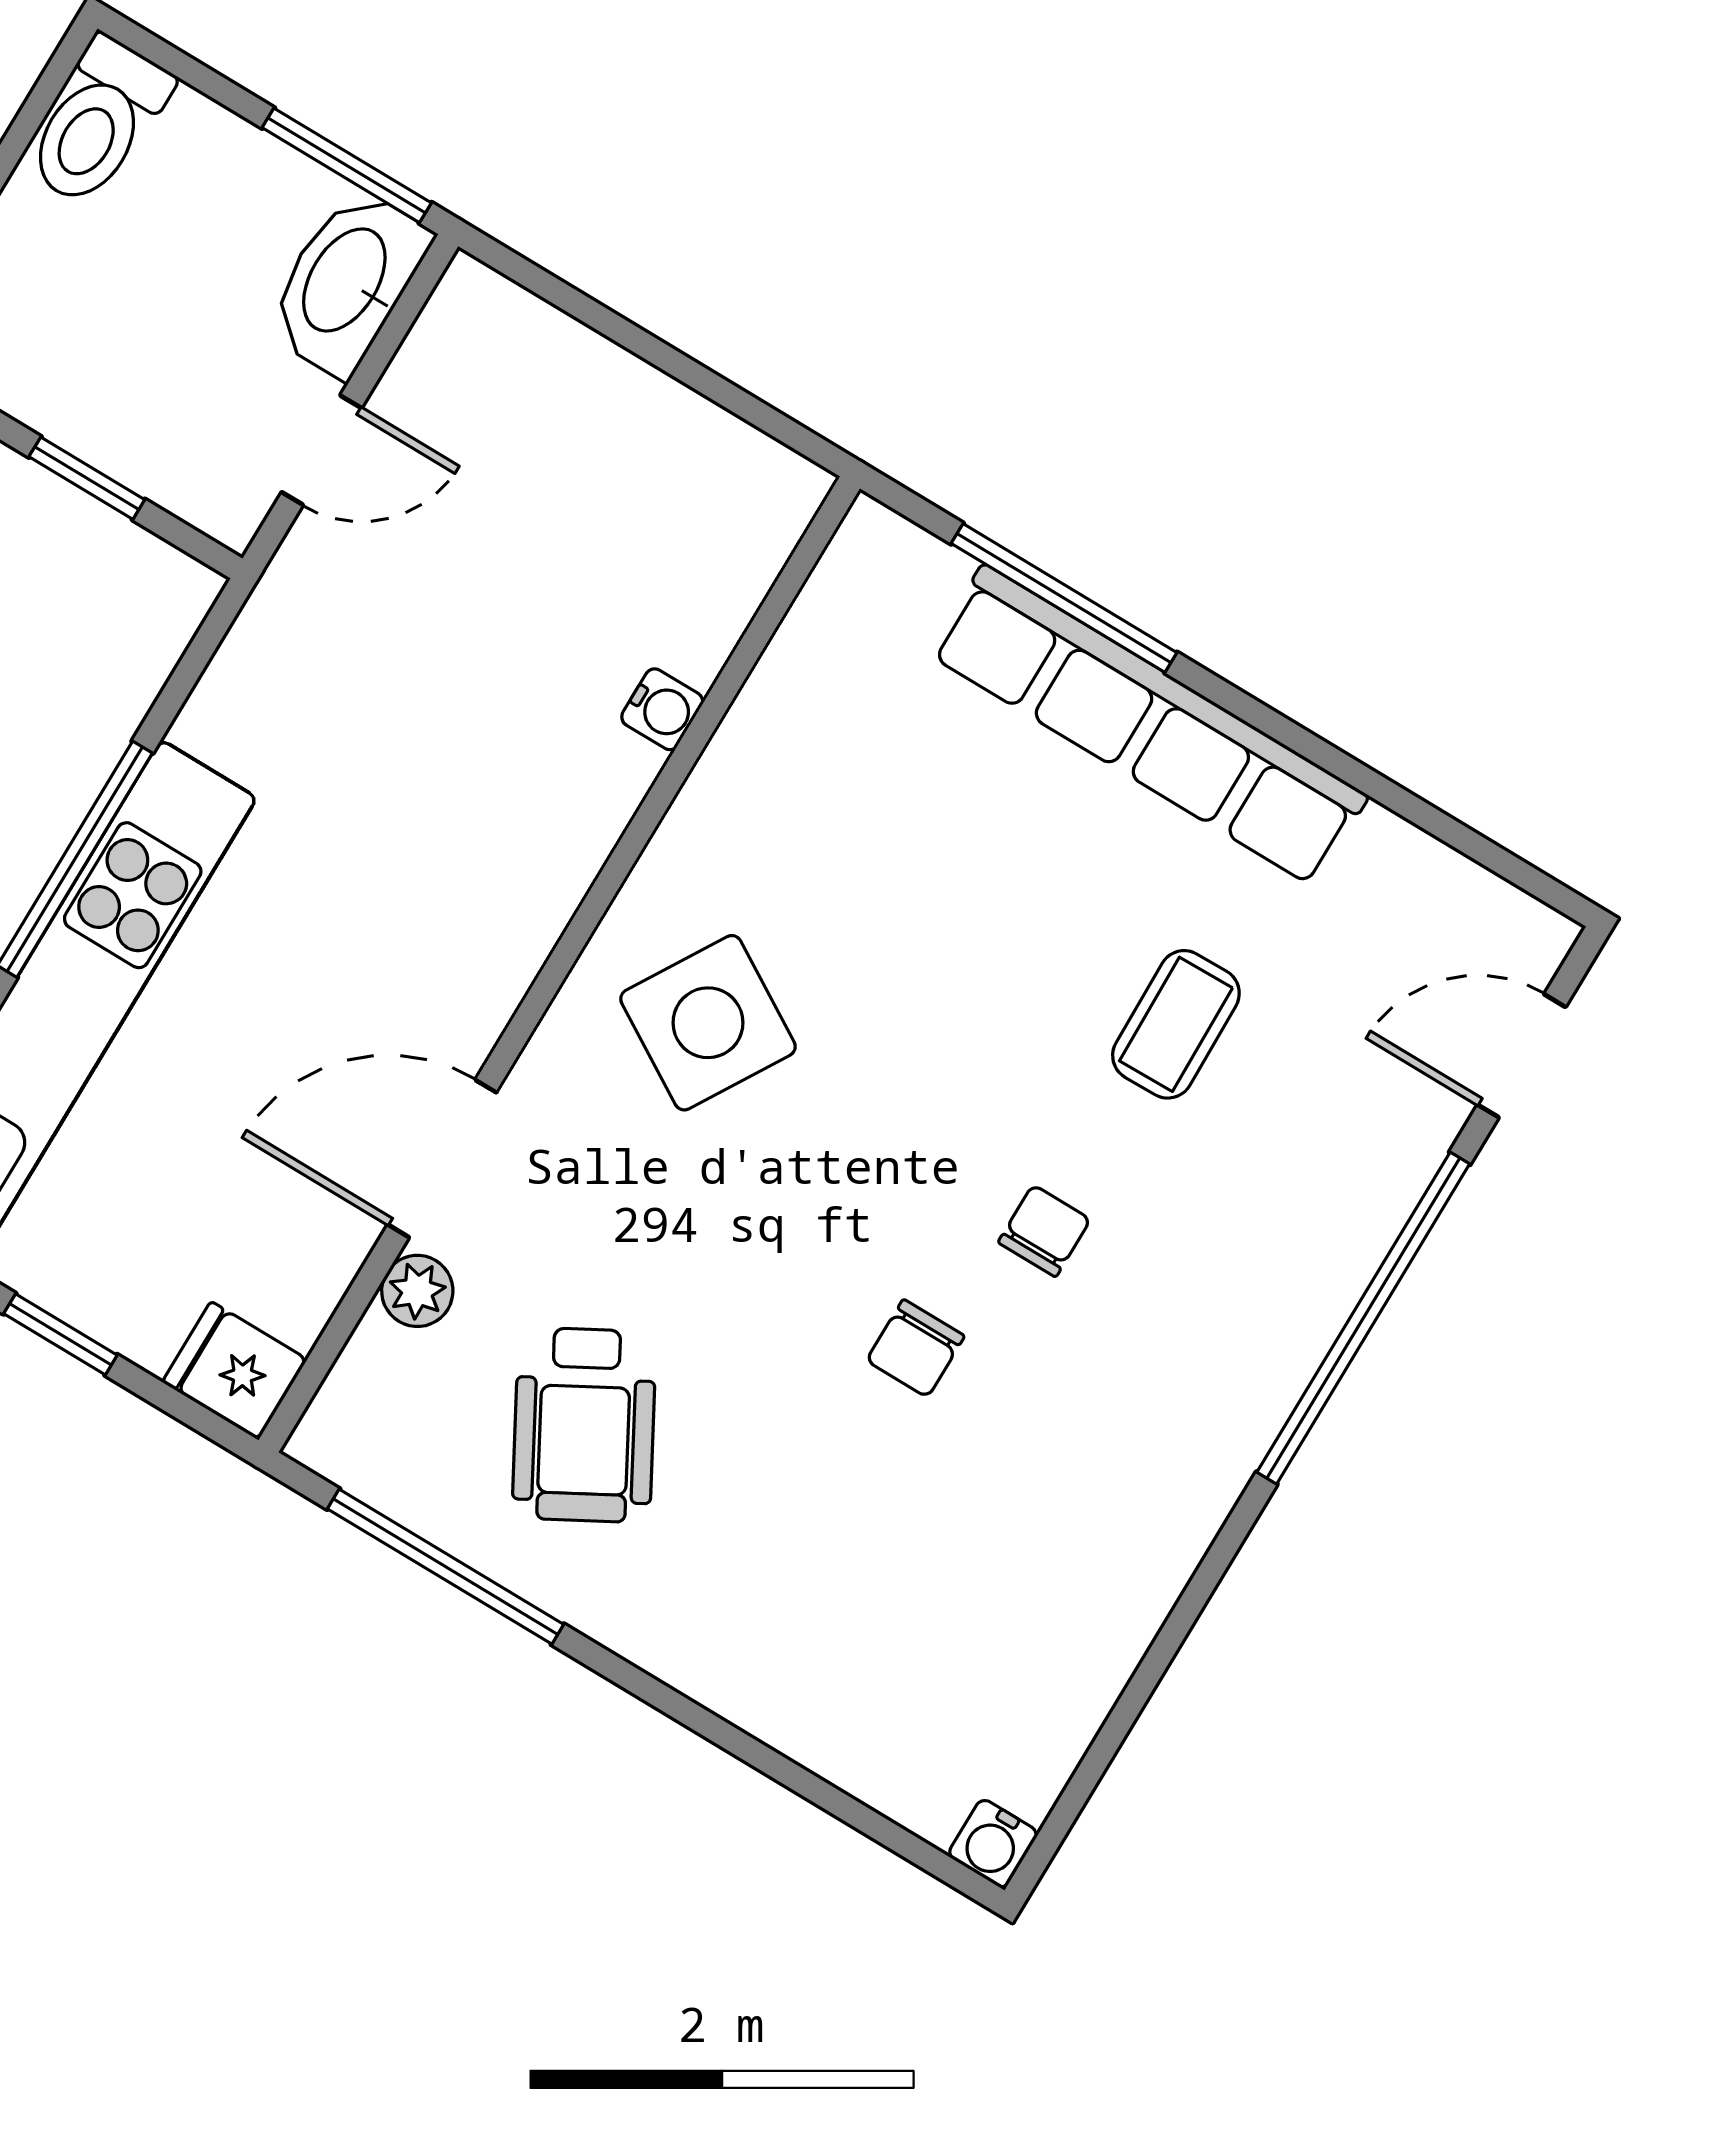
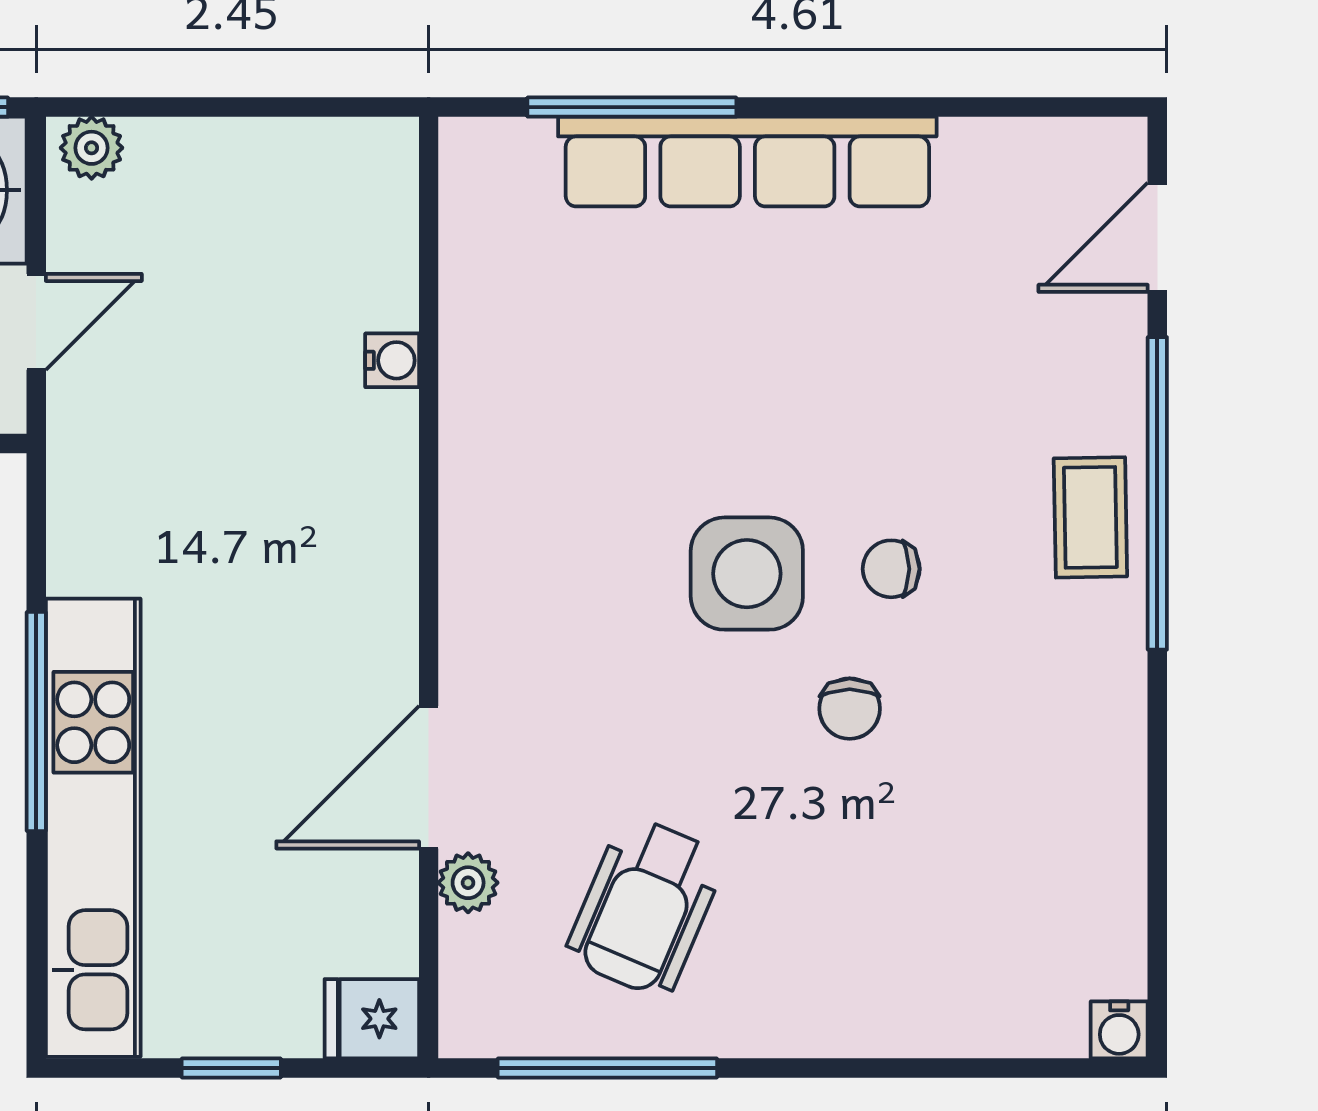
plant: (486, 306) -> (92, 148), added
side table: (708, 1023) -> (747, 574), moved, turned -31
coffee table: (1176, 1024) -> (1090, 517), moved
chair: (1044, 1231) -> (891, 569), turned -90
wheelchair: (584, 1425) -> (645, 907), turned 52

